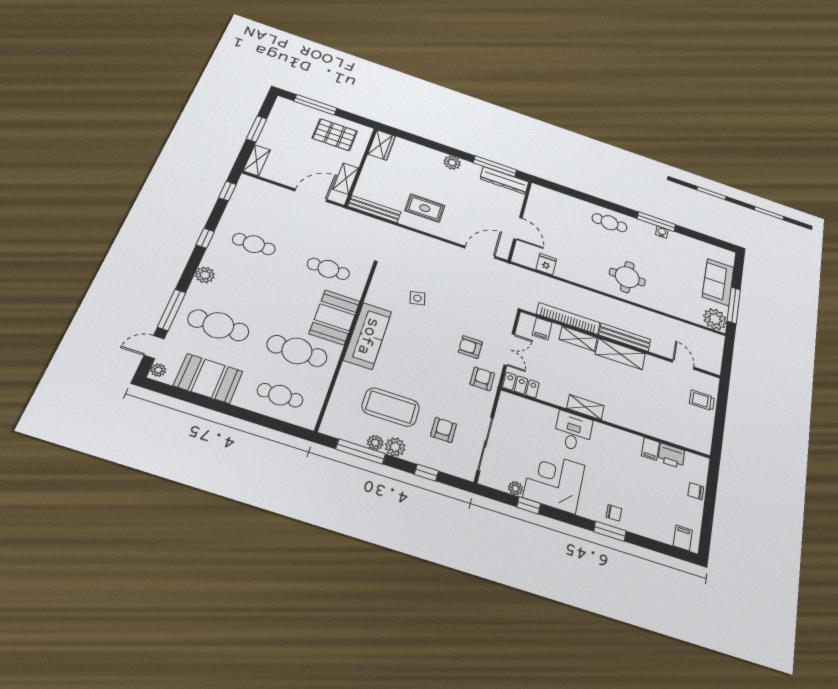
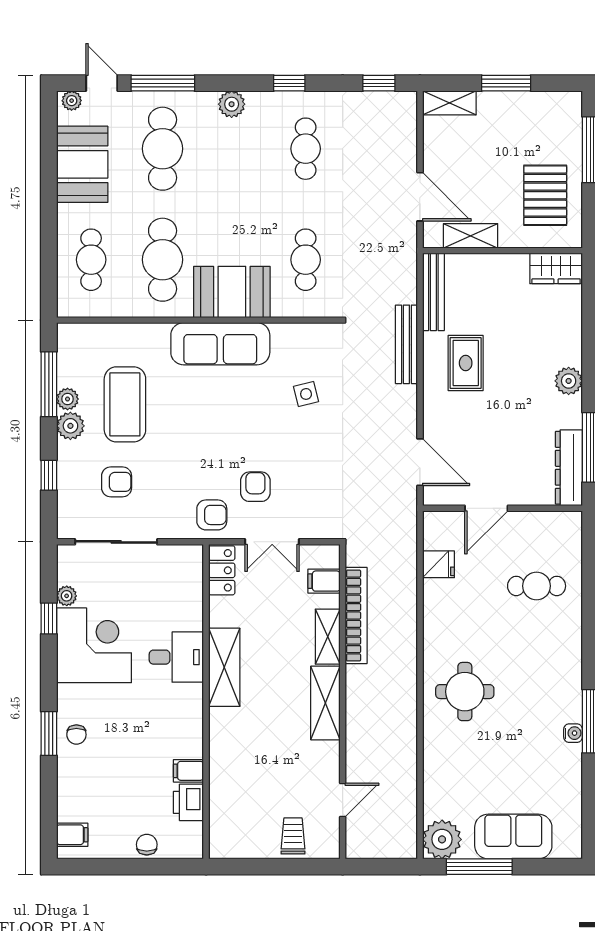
cafe table: (609, 223) -> (537, 586), moved, turned 90
bench: (625, 337) -> (406, 344), moved
shelving: (585, 407) -> (224, 667), width x1.50, depth x1.33

